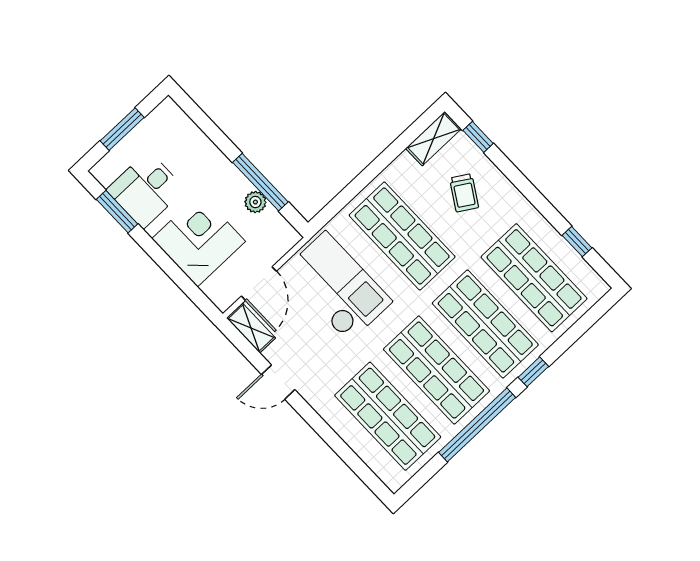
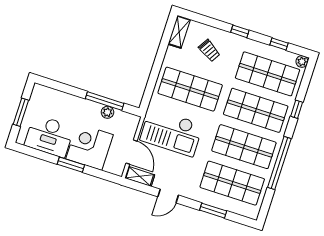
window: (478, 137) -> (240, 31), moved
desk: (146, 190) -> (49, 136), width x1.37
window: (117, 212) -> (71, 165), moved
checkout: (337, 287) -> (171, 132), turned 180
plant: (598, 288) -> (302, 62), added
window: (533, 372) -> (297, 109), moved
window: (335, 442) -> (213, 211), added

